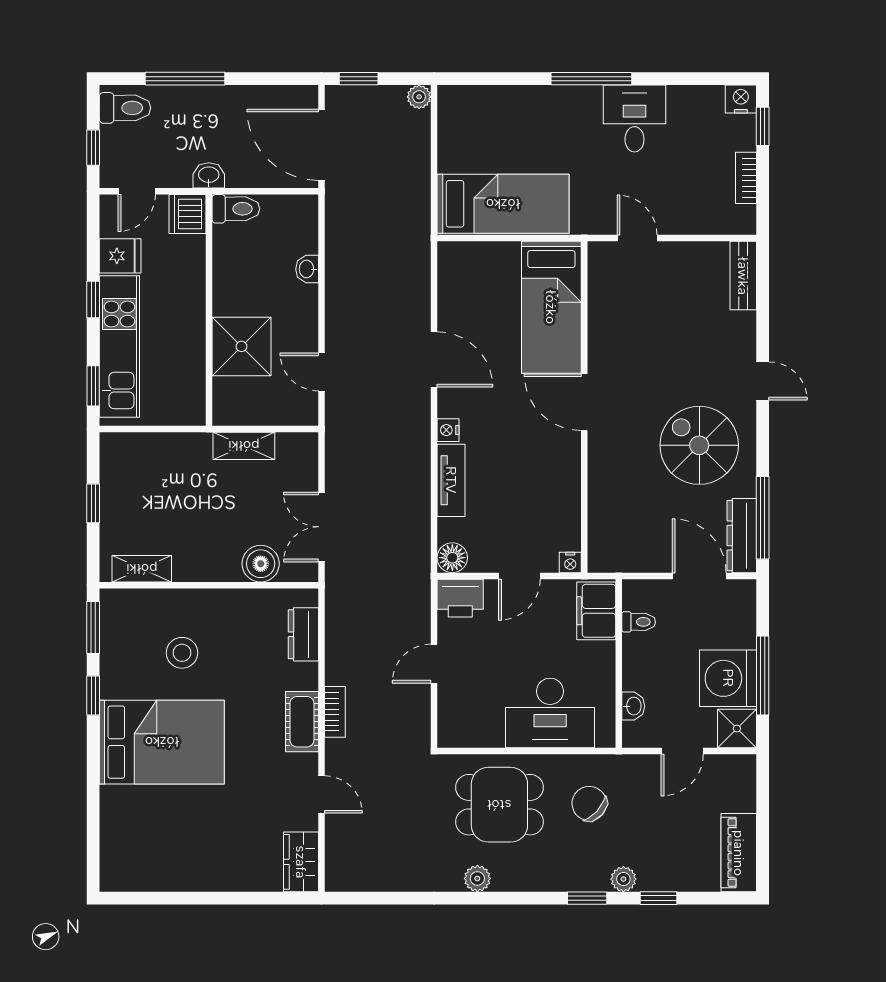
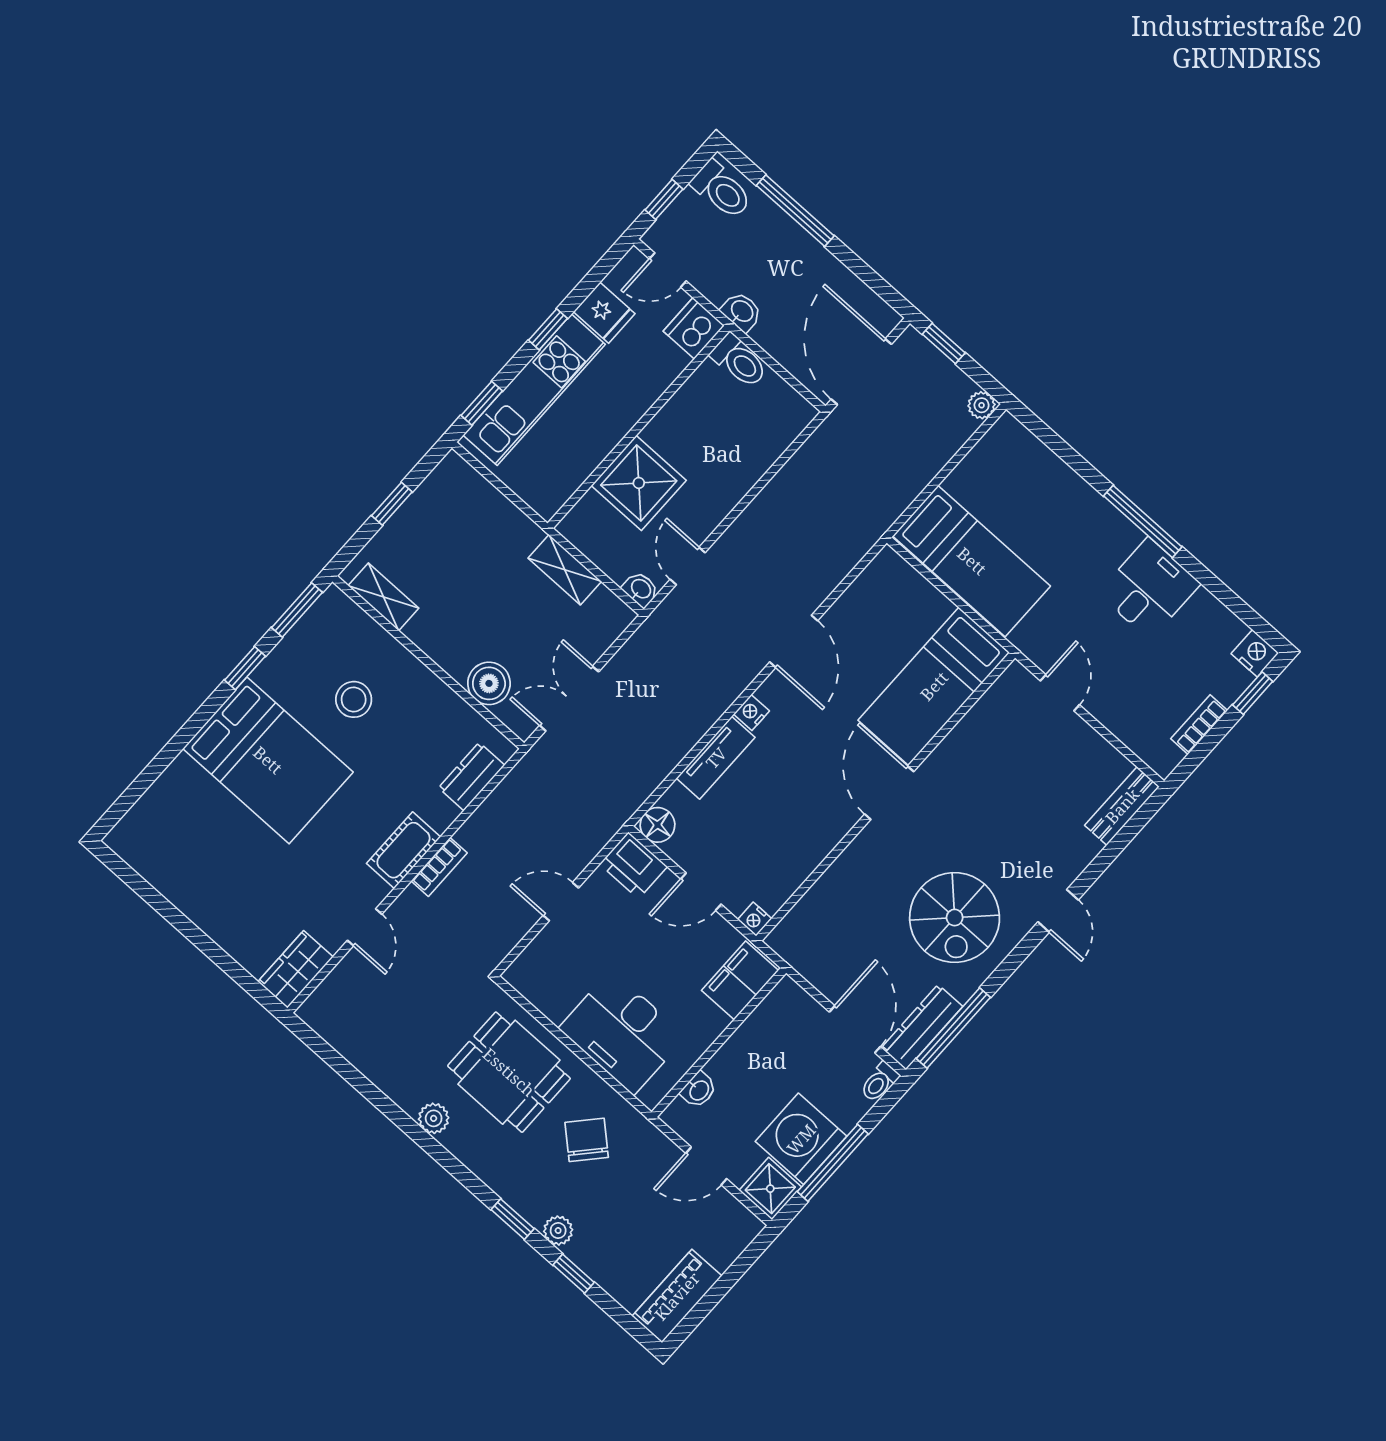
washbasin: (307, 269) -> (641, 589), moved, turned 90
spiral stairs: (699, 445) -> (955, 918), turned 180
toilet: (639, 622) -> (879, 1082), moved, turned 90

